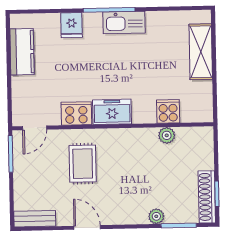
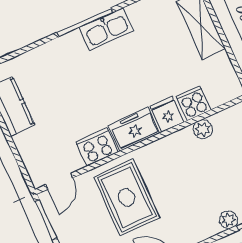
fridge: (72, 25) -> (167, 114), moved, turned 180
rug: (83, 164) -> (127, 197), width x1.36, depth x1.43

